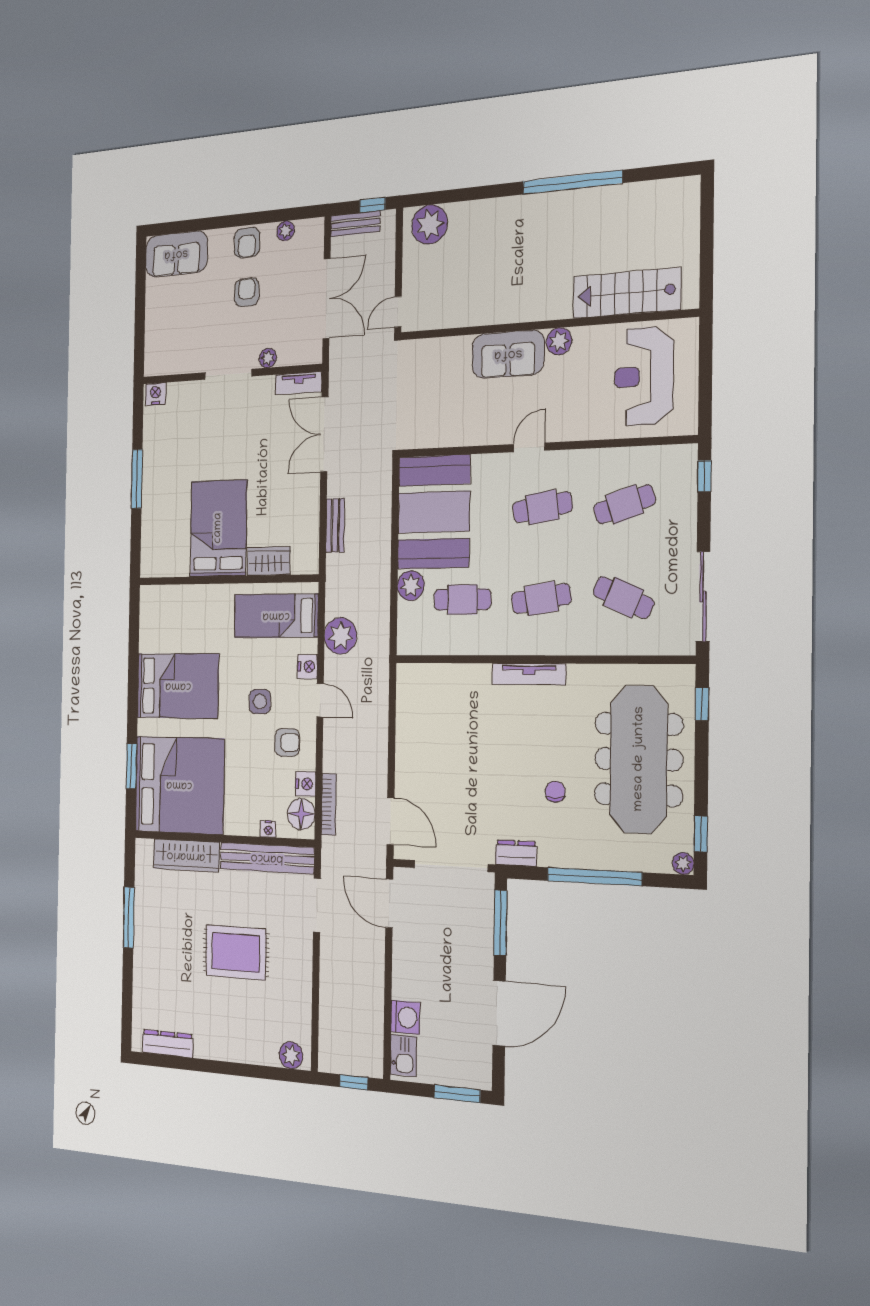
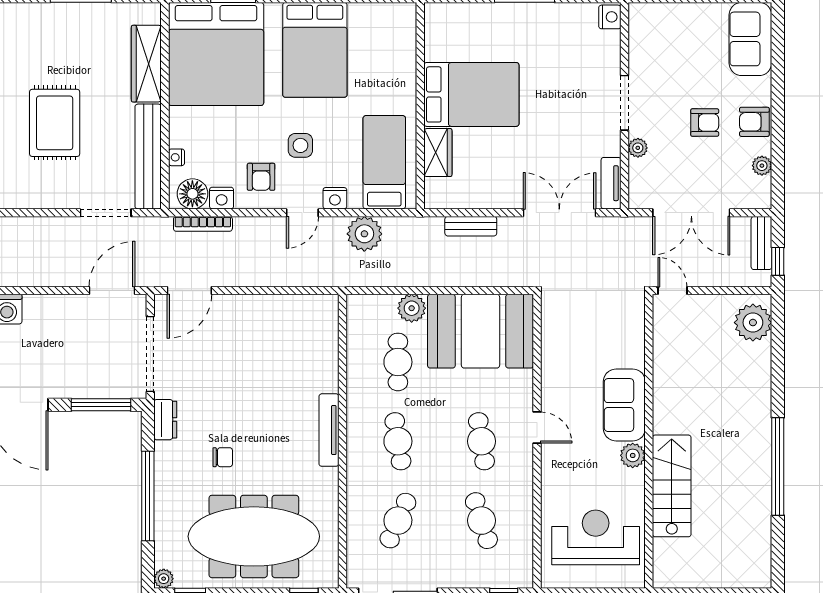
stairs: (627, 293) -> (672, 486), moved

